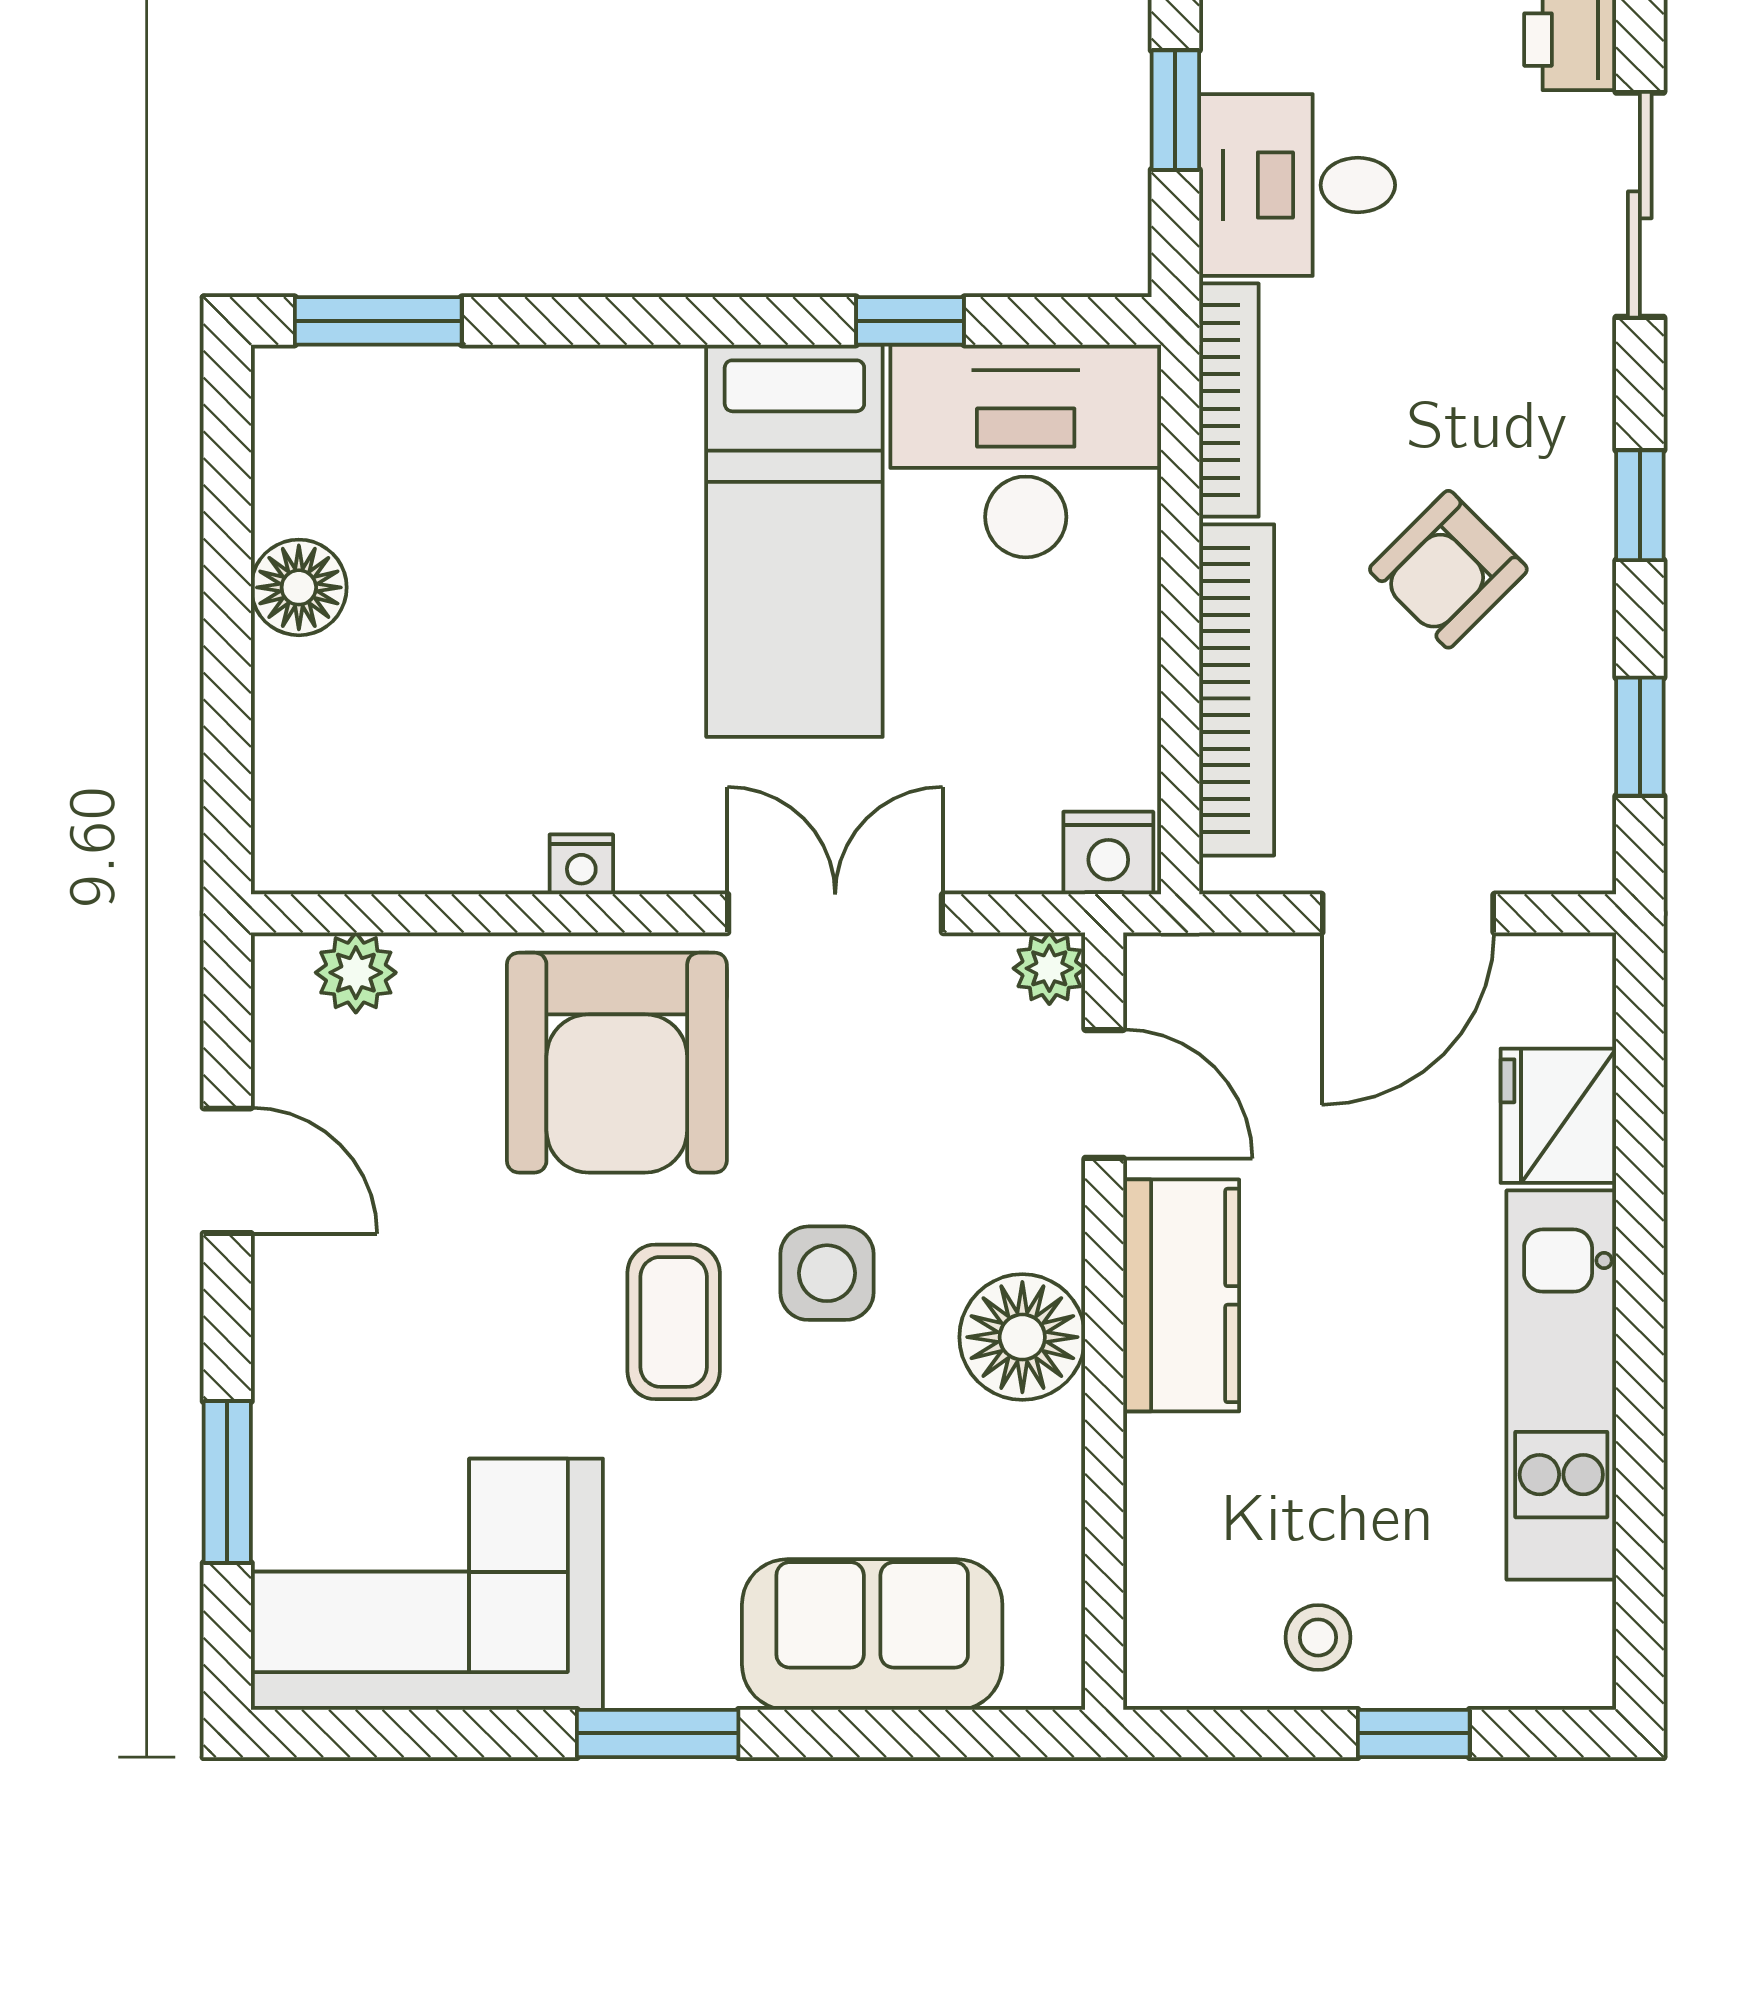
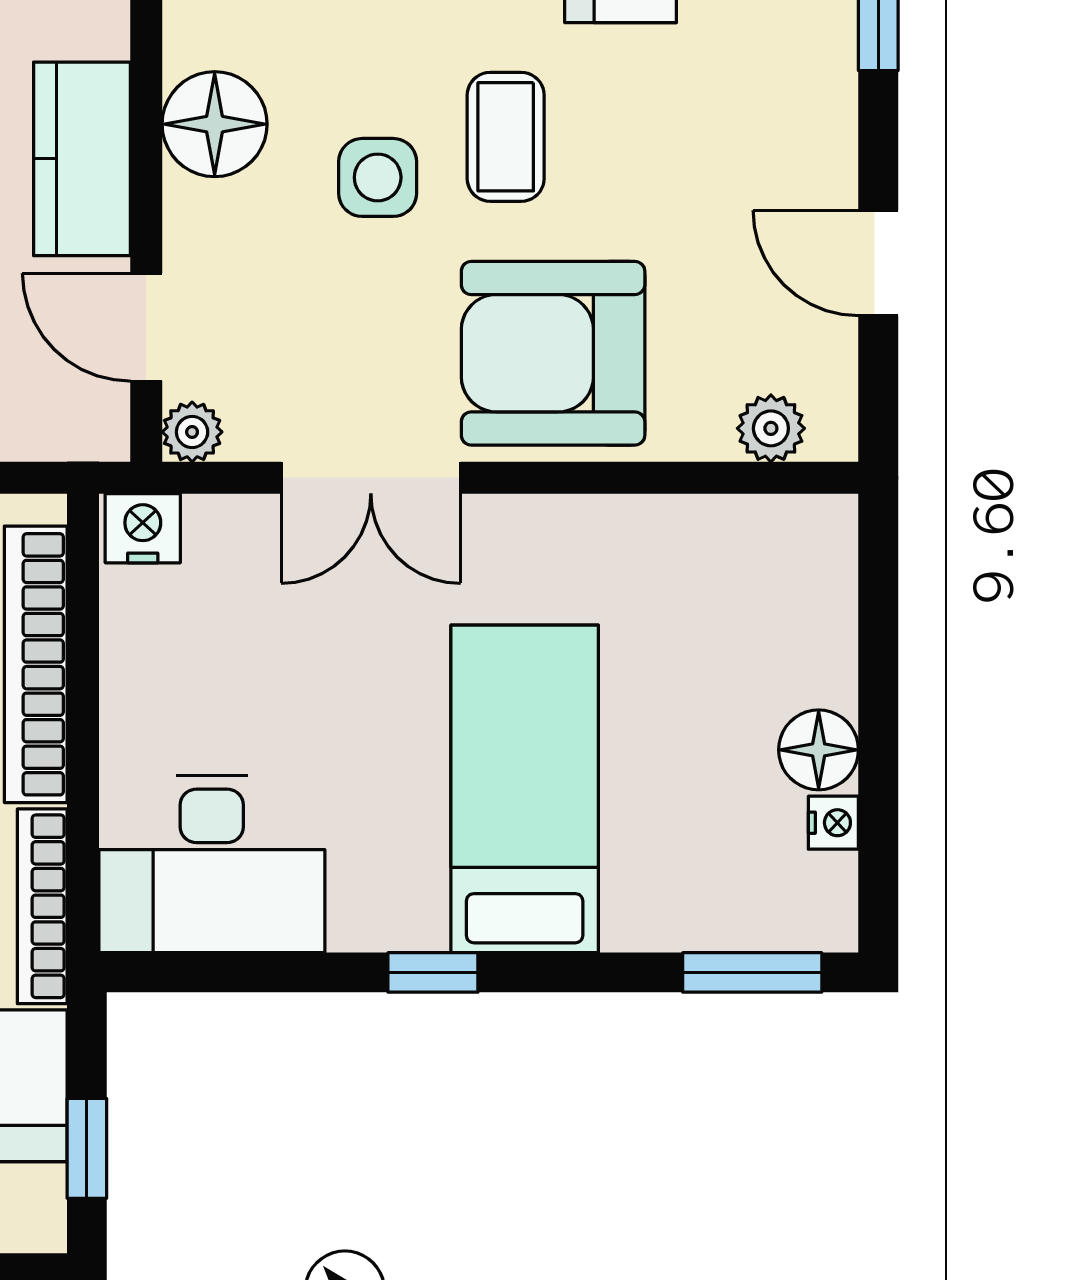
window: (910, 321) -> (433, 972), moved
bed: (794, 541) -> (525, 789), moved
nightstand: (581, 864) -> (833, 823), moved, turned 90
armchair: (617, 1063) -> (553, 353), turned -90

